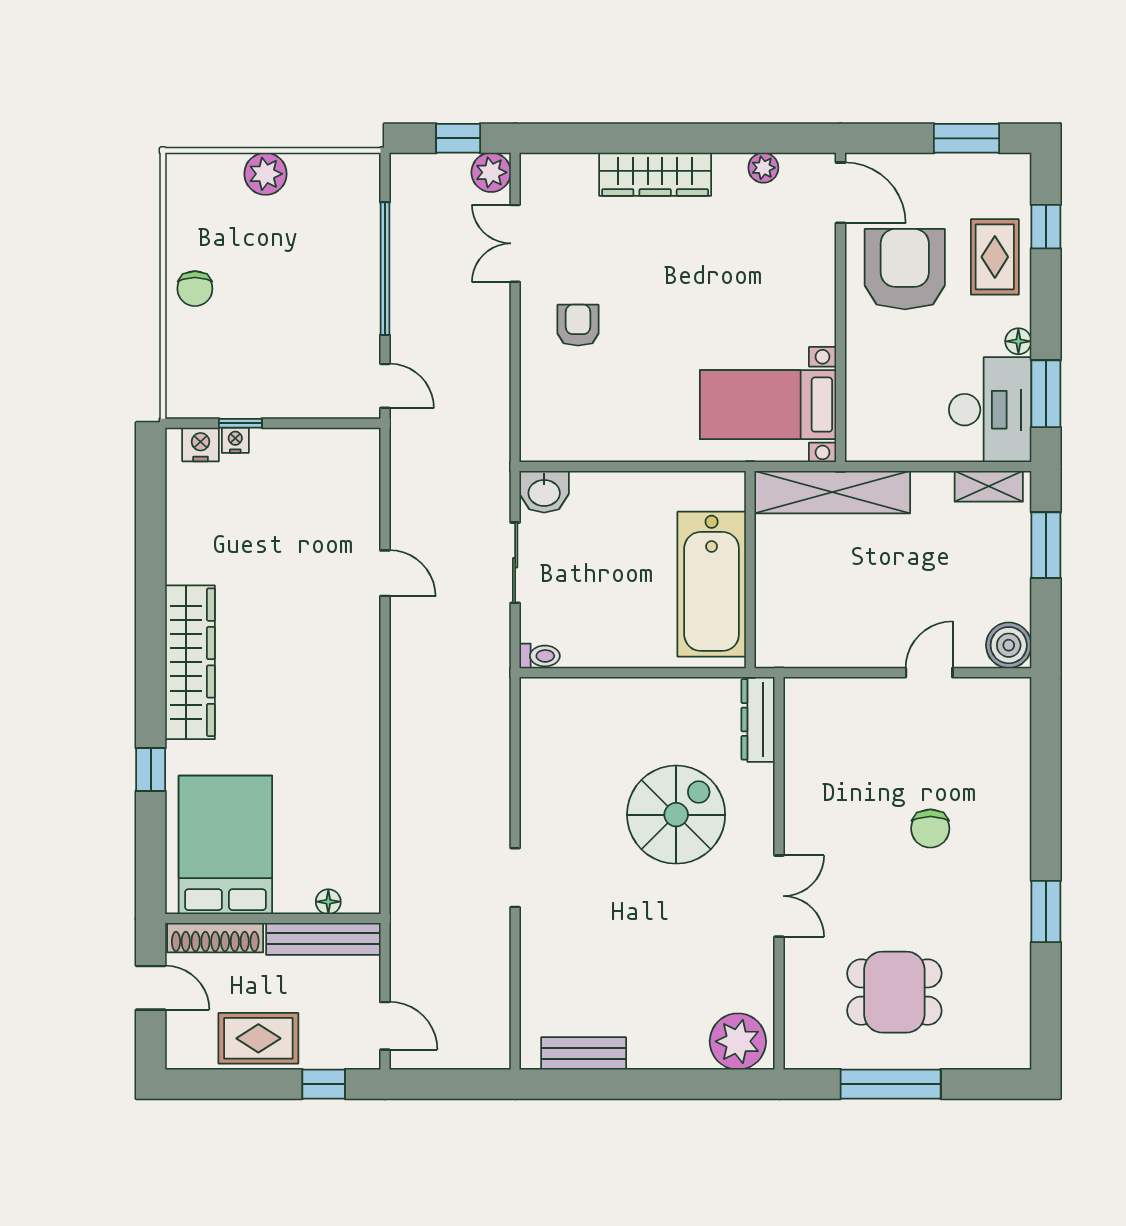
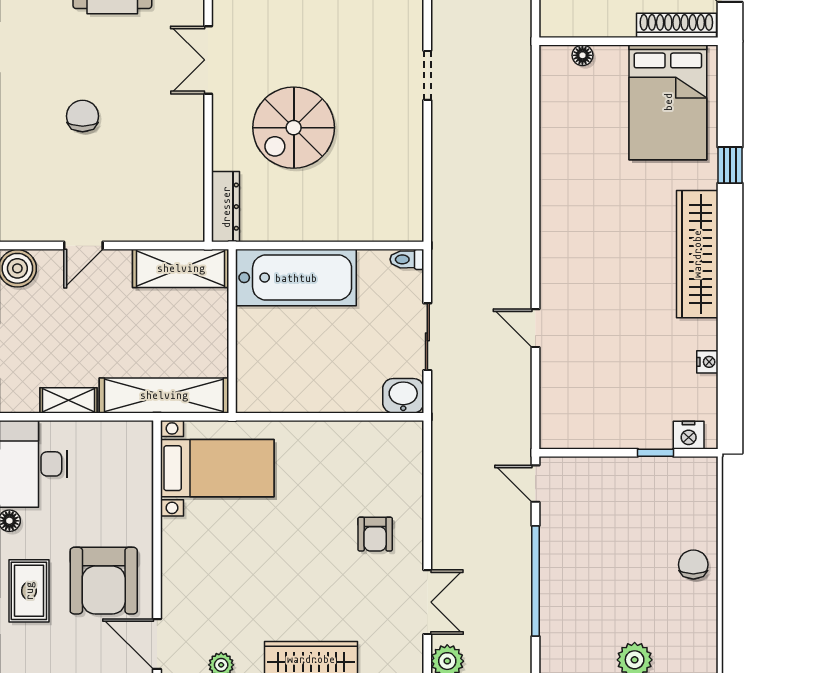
nightstand: (235, 440) -> (707, 362), moved, turned -90
shelving: (989, 486) -> (68, 400), moved
bathtub: (712, 584) -> (296, 278), moved, turned 90
shelving: (812, 645) -> (181, 268), added
bench: (323, 939) -> (587, 24), removed

